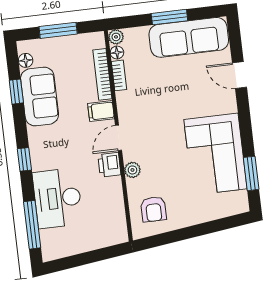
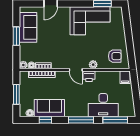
sofa: (189, 37) -> (28, 27), width x0.73
filing cabinet: (101, 111) -> (125, 77), moved
window: (24, 159) -> (81, 120), width x2.17

